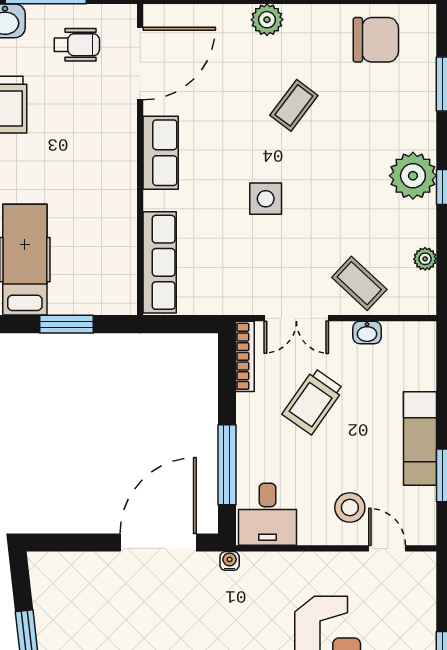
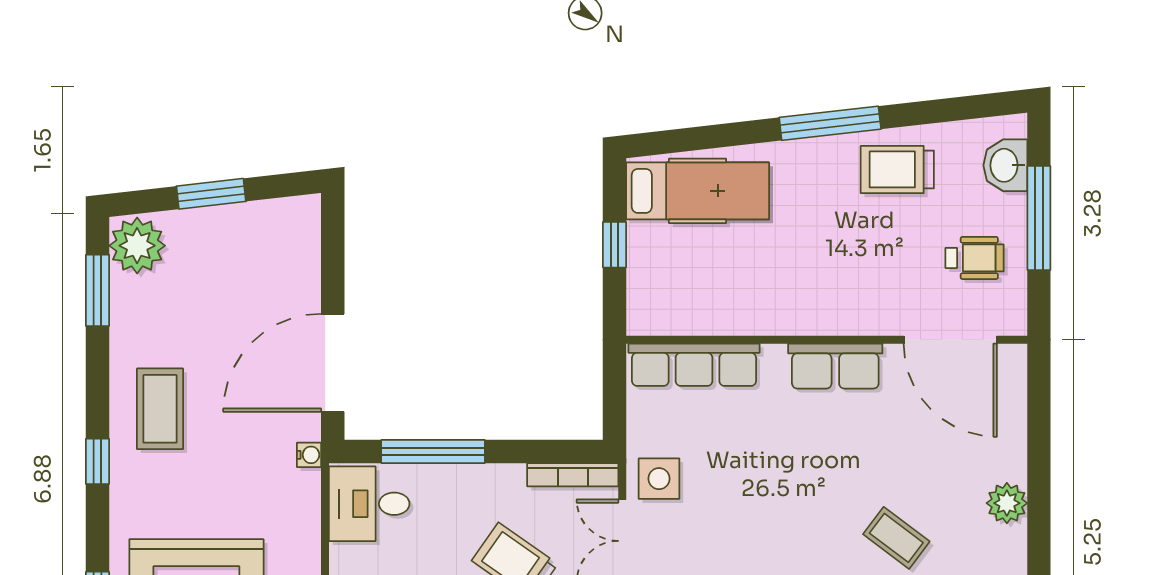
wheelchair: (77, 45) -> (975, 258), turned -90
side table: (266, 199) -> (659, 479), moved
window: (67, 324) -> (614, 245), width x0.67
door: (158, 542) -> (333, 363), swing flipped

